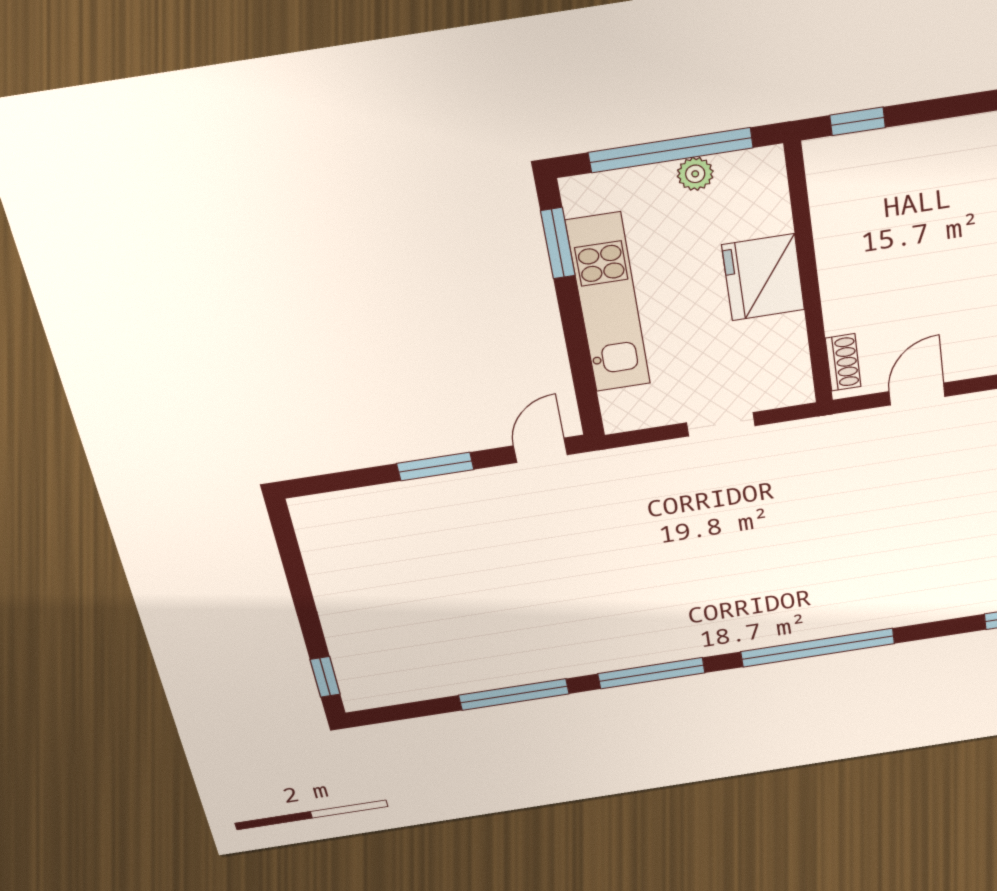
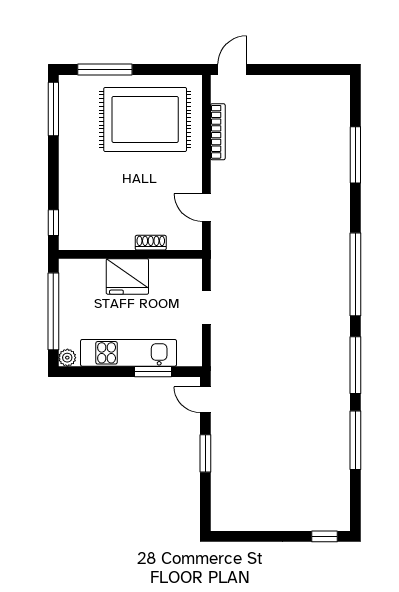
plant: (695, 174) -> (67, 358), moved
window: (558, 243) -> (153, 372), moved
shoe rack: (843, 362) -> (151, 243), moved

